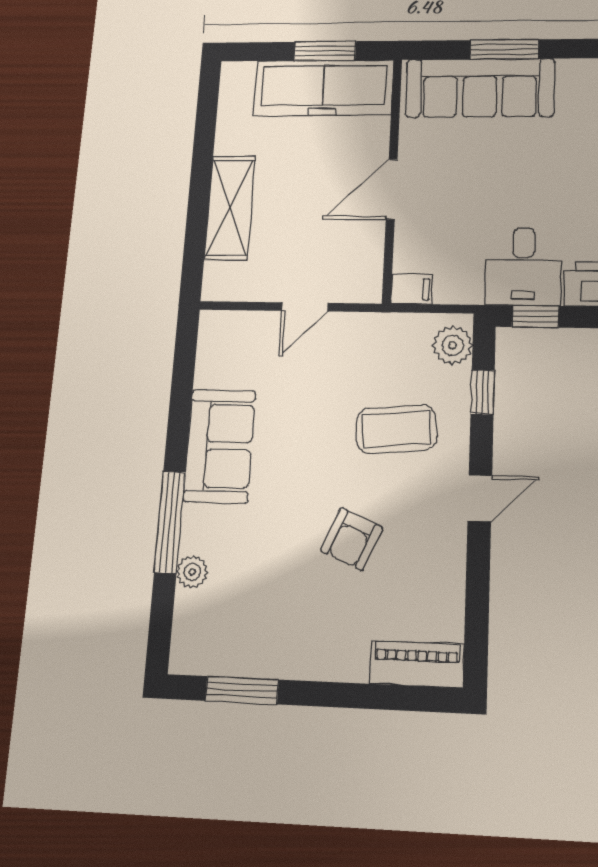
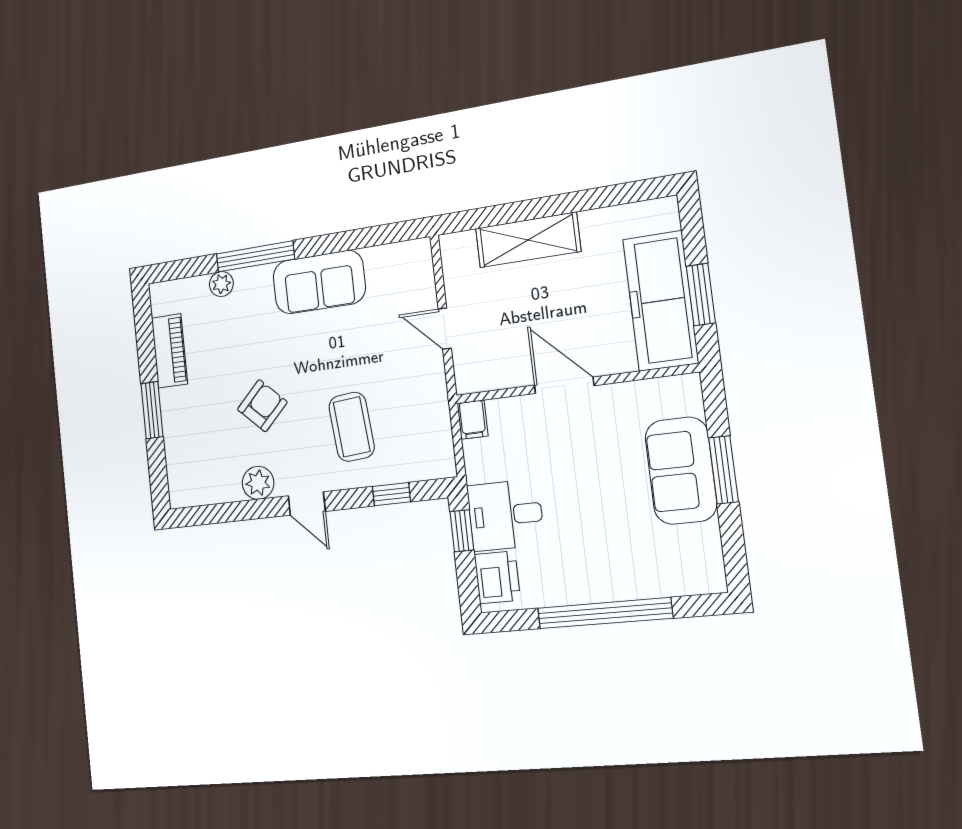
sofa: (480, 88) -> (681, 471), width x0.73
plant: (453, 345) -> (258, 483), moved
armchair: (352, 539) -> (262, 406), turned 111
piano: (417, 664) -> (169, 351), moved
window: (242, 690) -> (152, 410), moved

